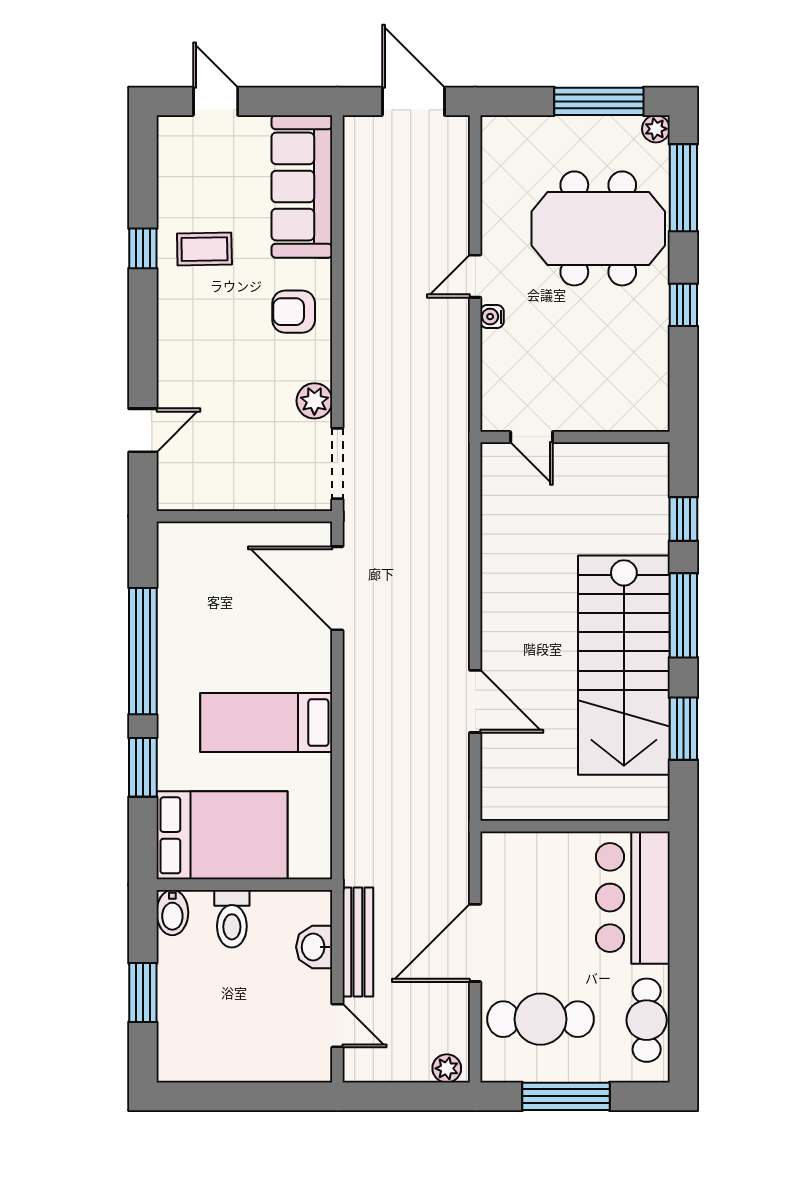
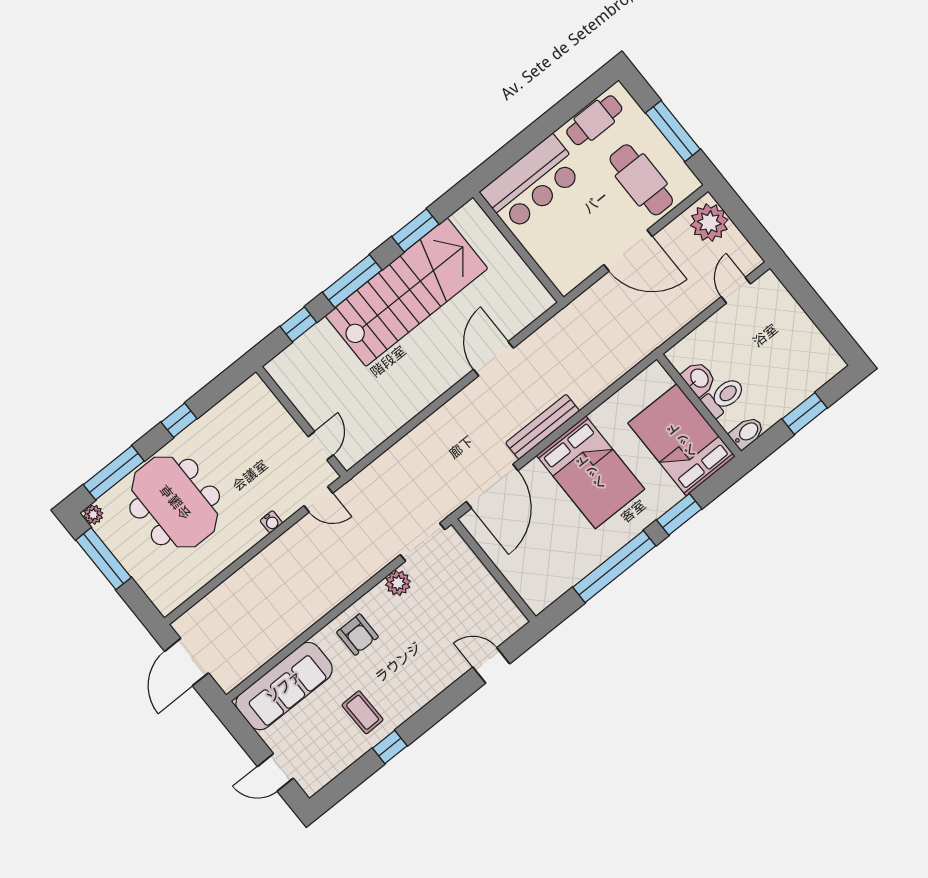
door: (216, 101) -> (275, 772), hinge flipped
door: (475, 276) -> (318, 499), moved
bed: (266, 723) -> (591, 472), width x1.50
bench: (358, 942) -> (543, 427), moved
washbasin: (314, 947) -> (699, 379), moved, turned -90
plant: (447, 1068) -> (709, 223), width x1.87, depth x1.87

